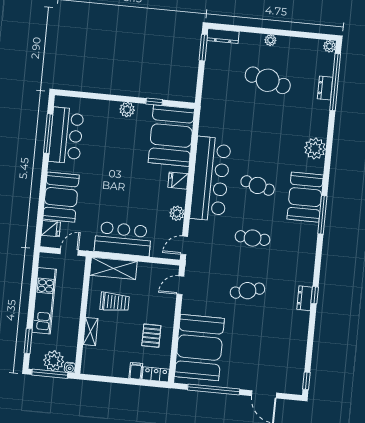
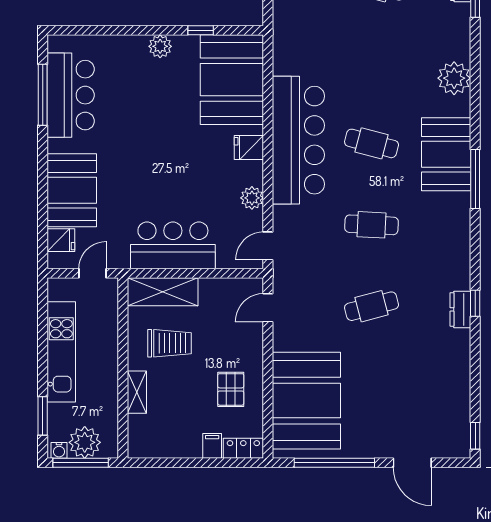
water cooler: (70, 368) -> (59, 450), moved

